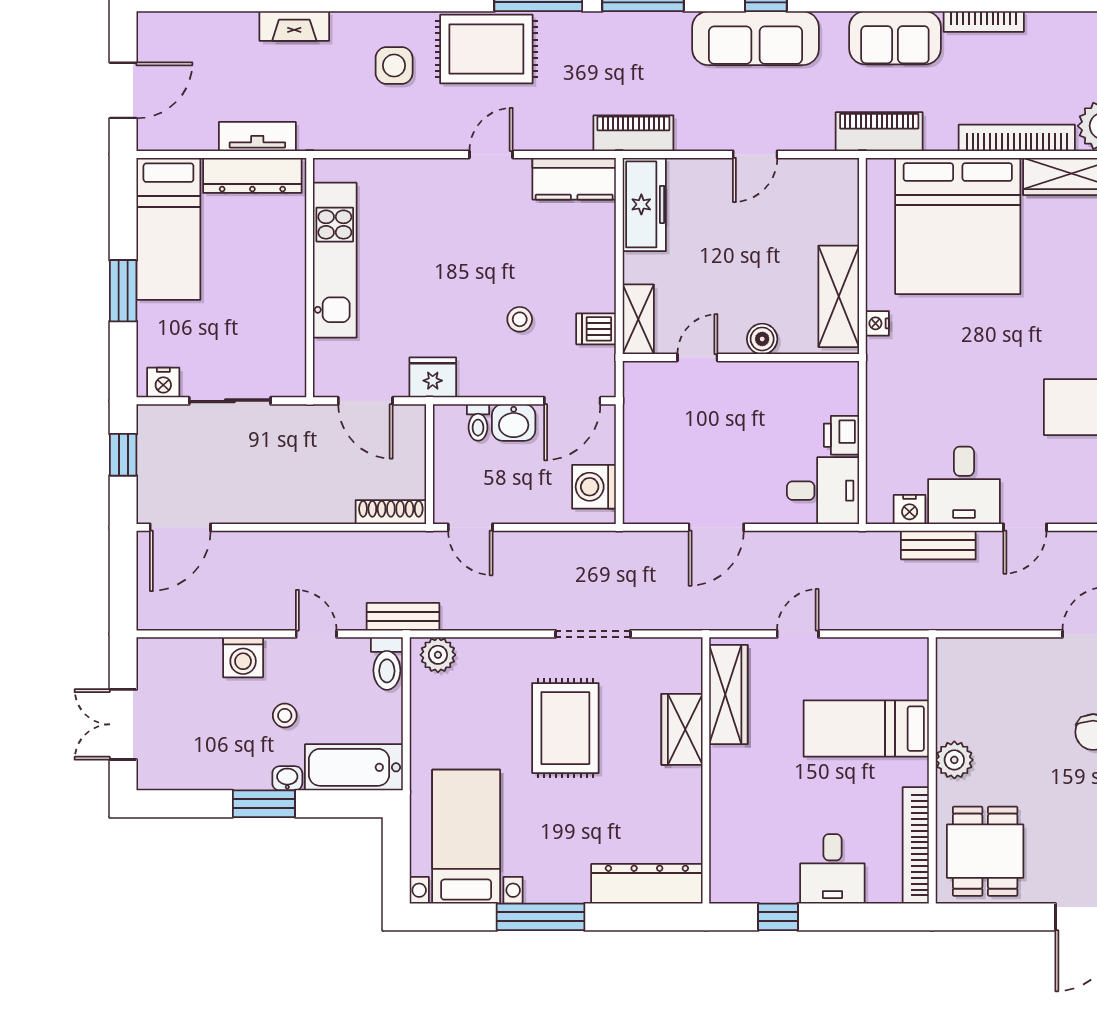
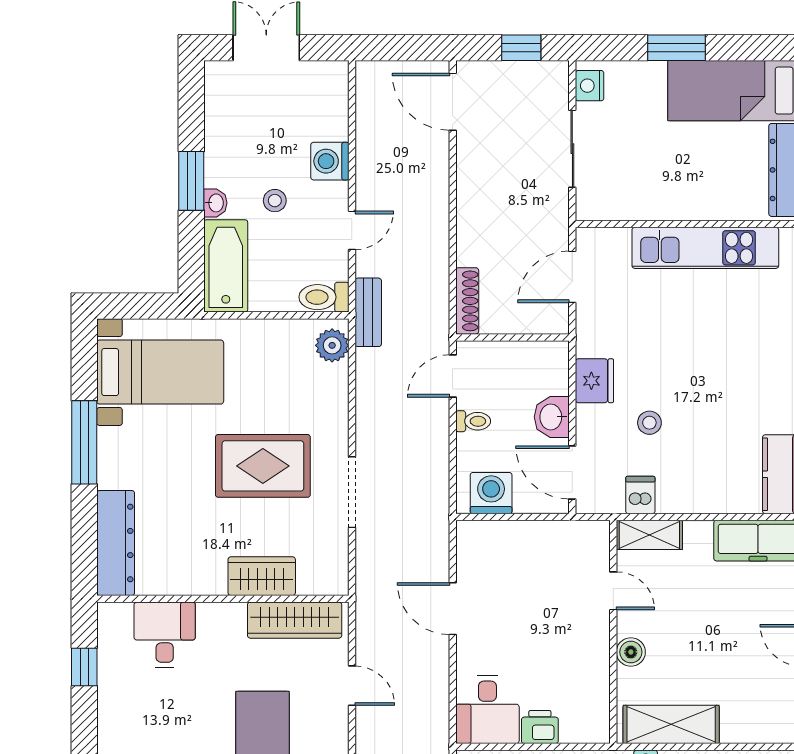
fridge: (433, 377) -> (594, 381), moved
toilet: (478, 422) -> (473, 421), moved, turned 180
desk: (832, 869) -> (165, 635), moved, turned 90

